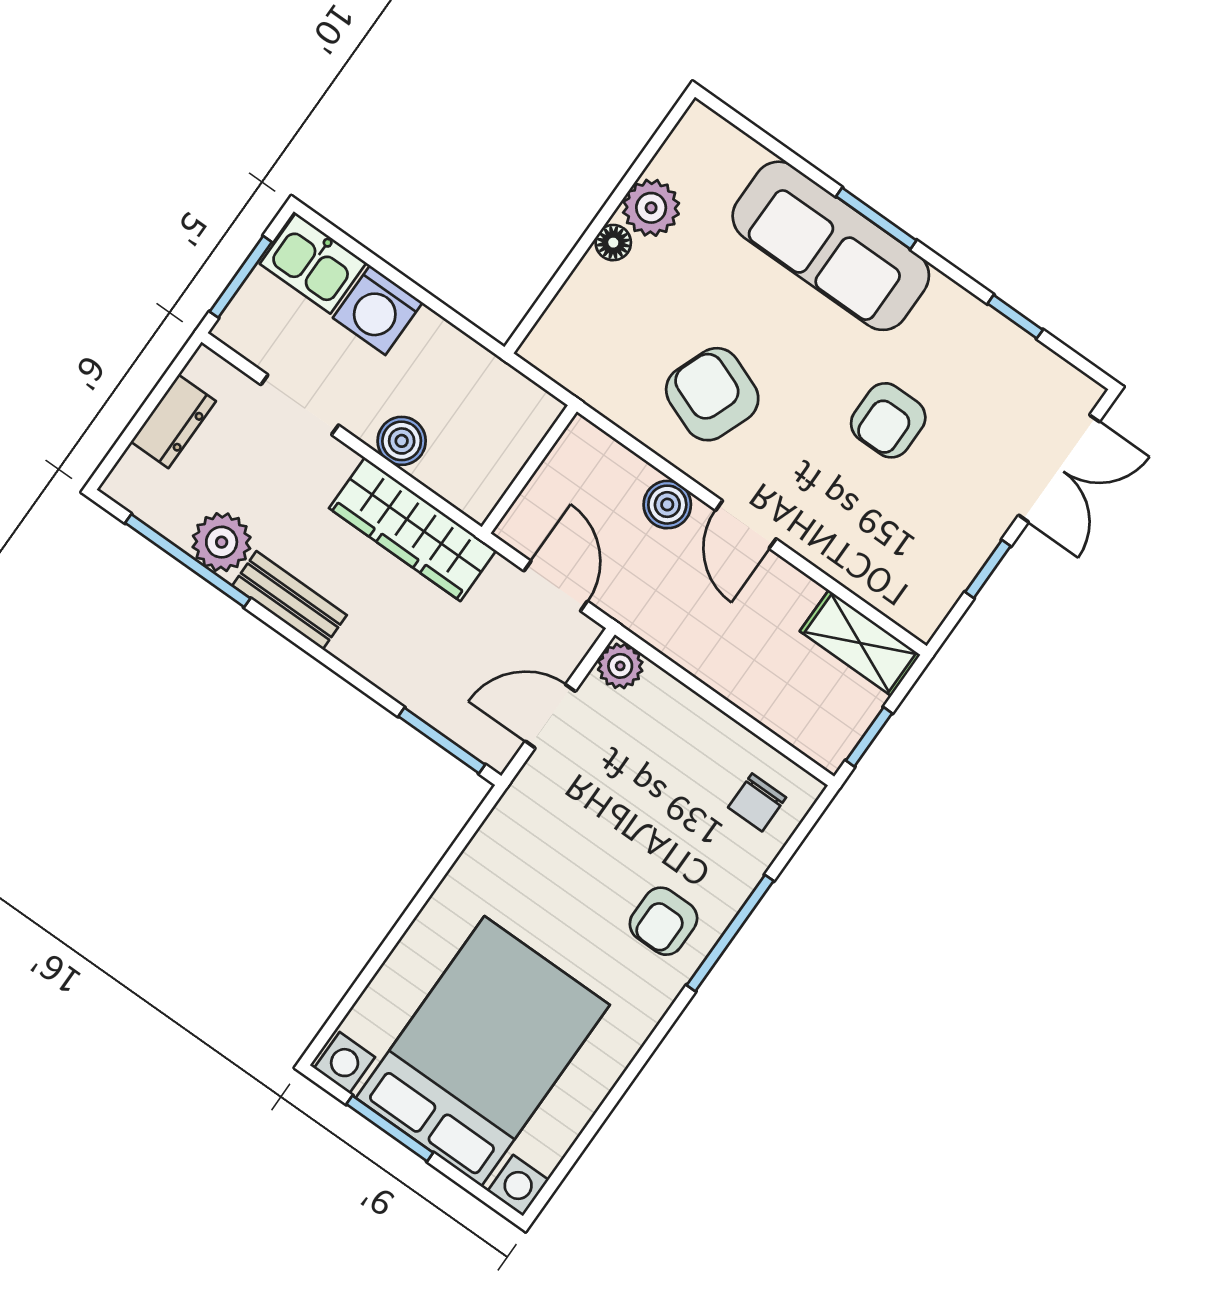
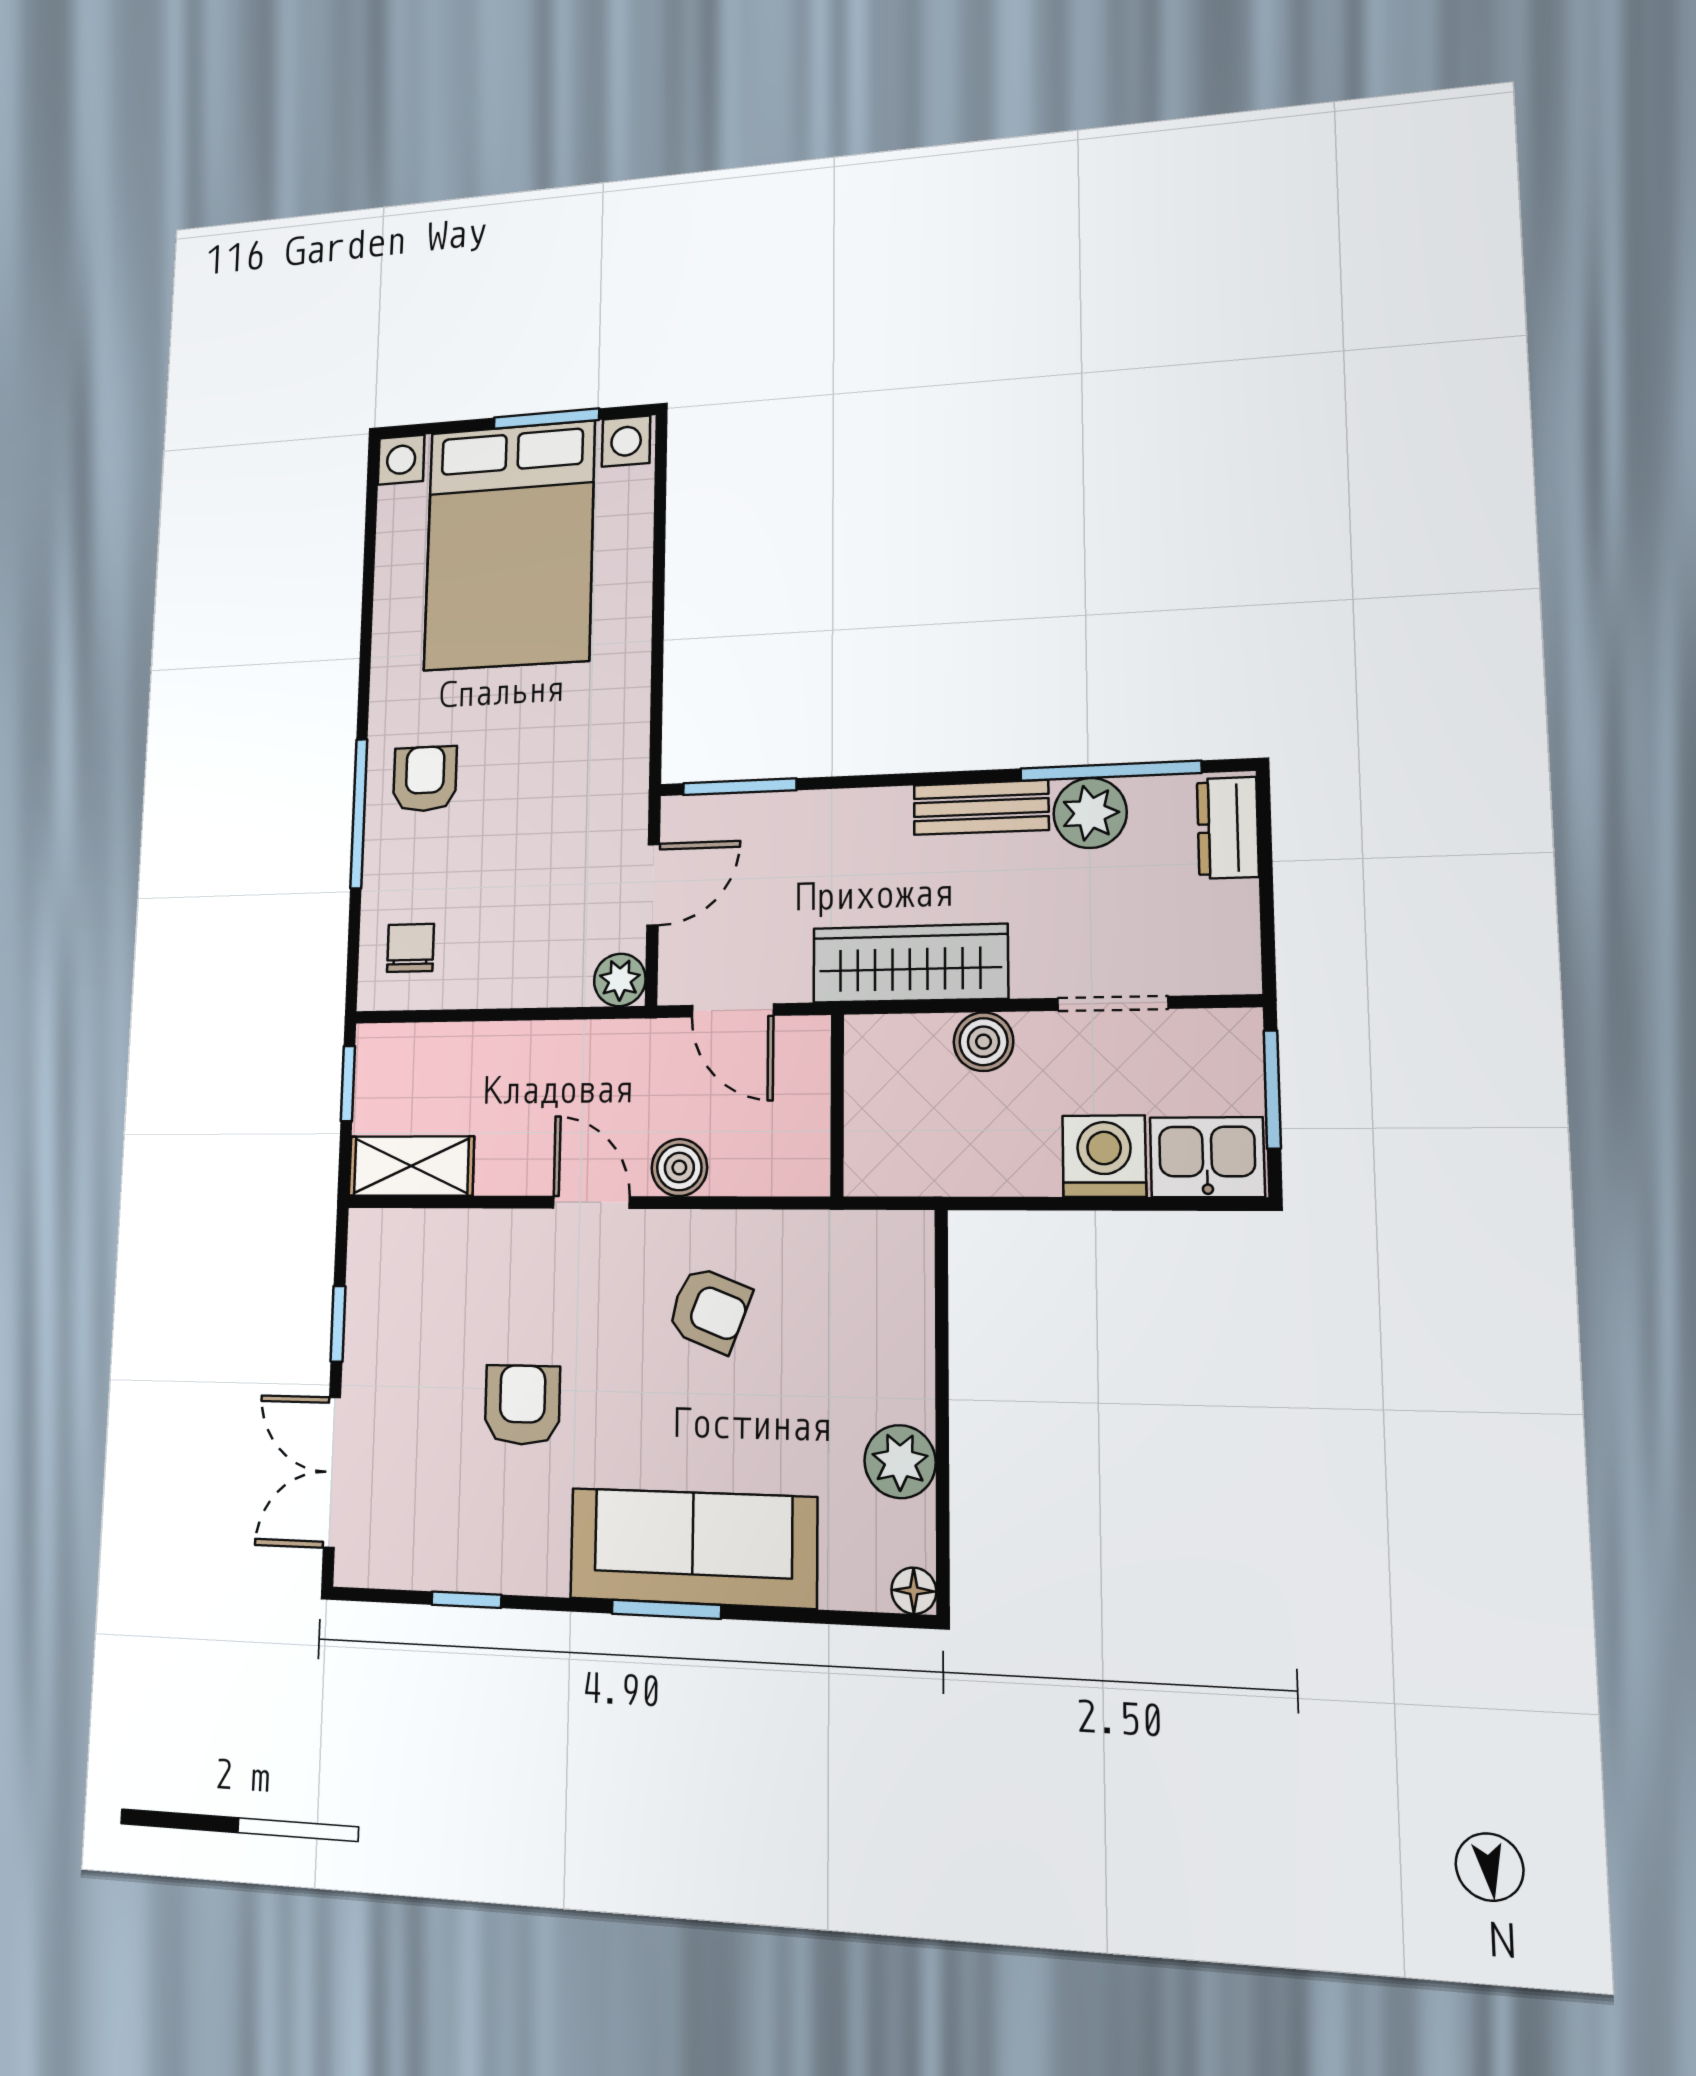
floor lamp: (613, 243) -> (914, 1591), moved
armchair: (712, 394) -> (709, 1310), width x0.72, depth x0.72
dresser: (173, 421) -> (1228, 828), moved

